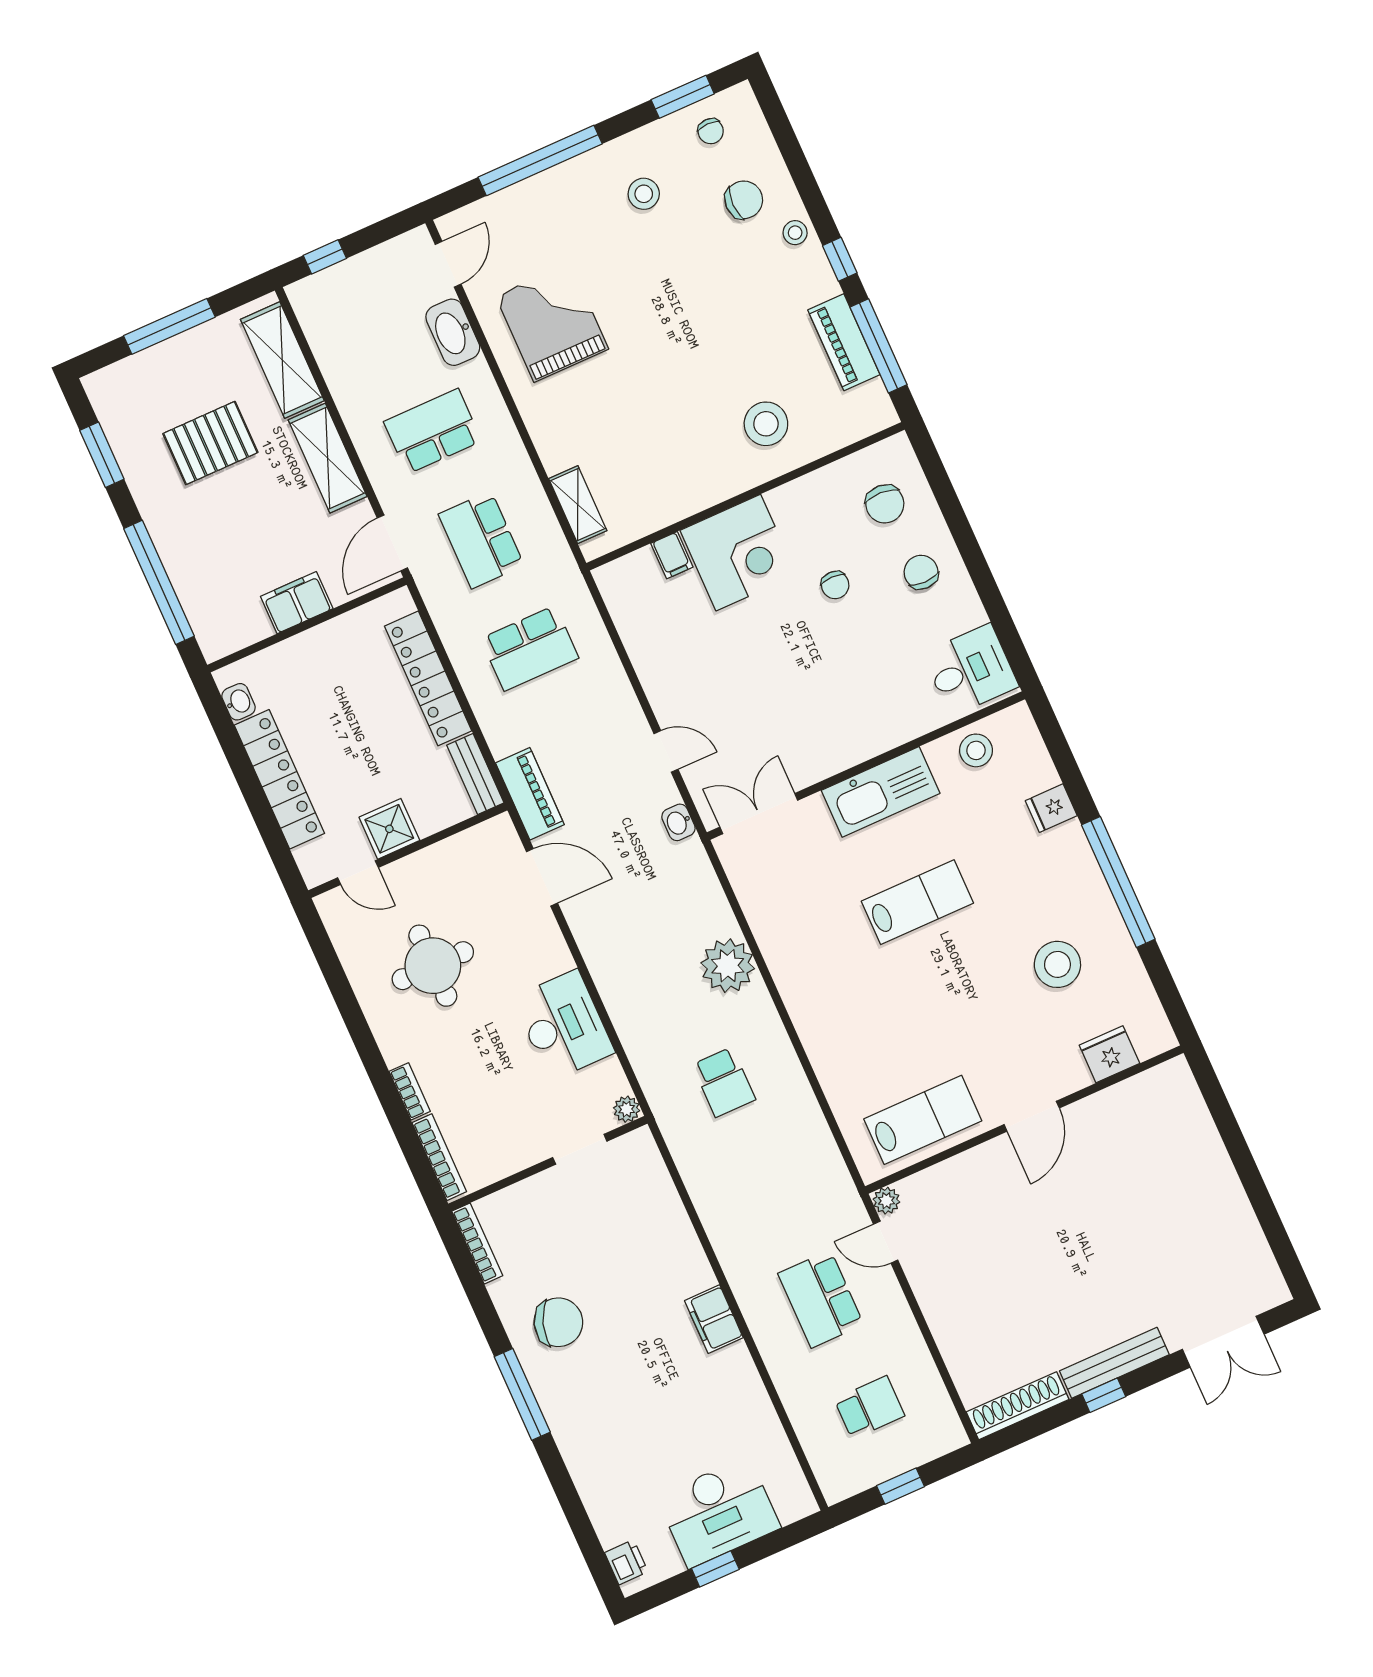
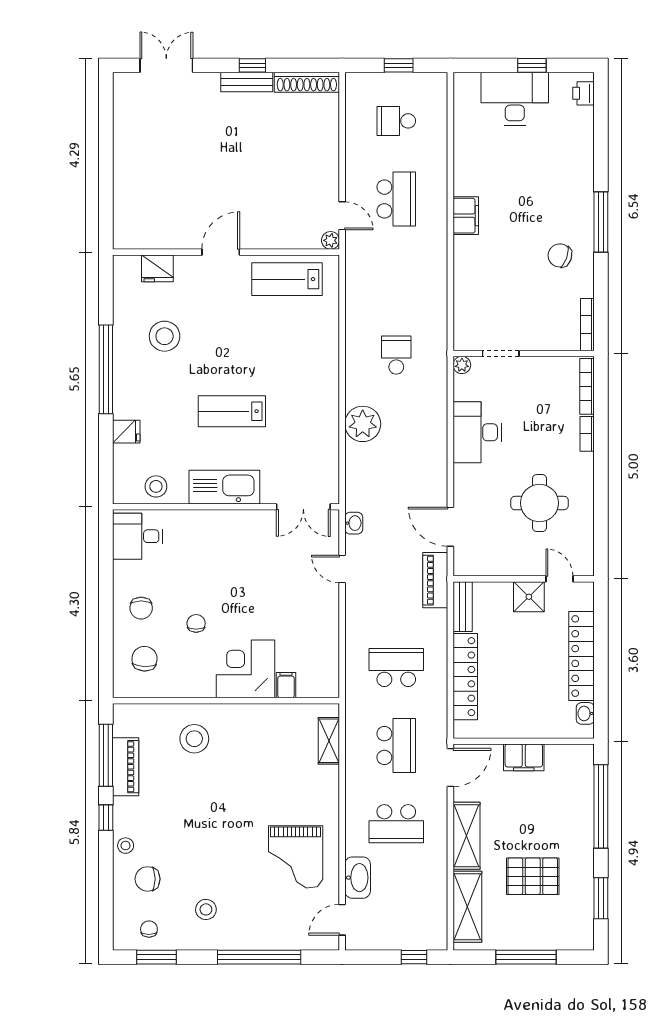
chair: (558, 1322) -> (560, 255), width x0.73, depth x0.73
bench: (1114, 1363) -> (247, 82), width x0.73

